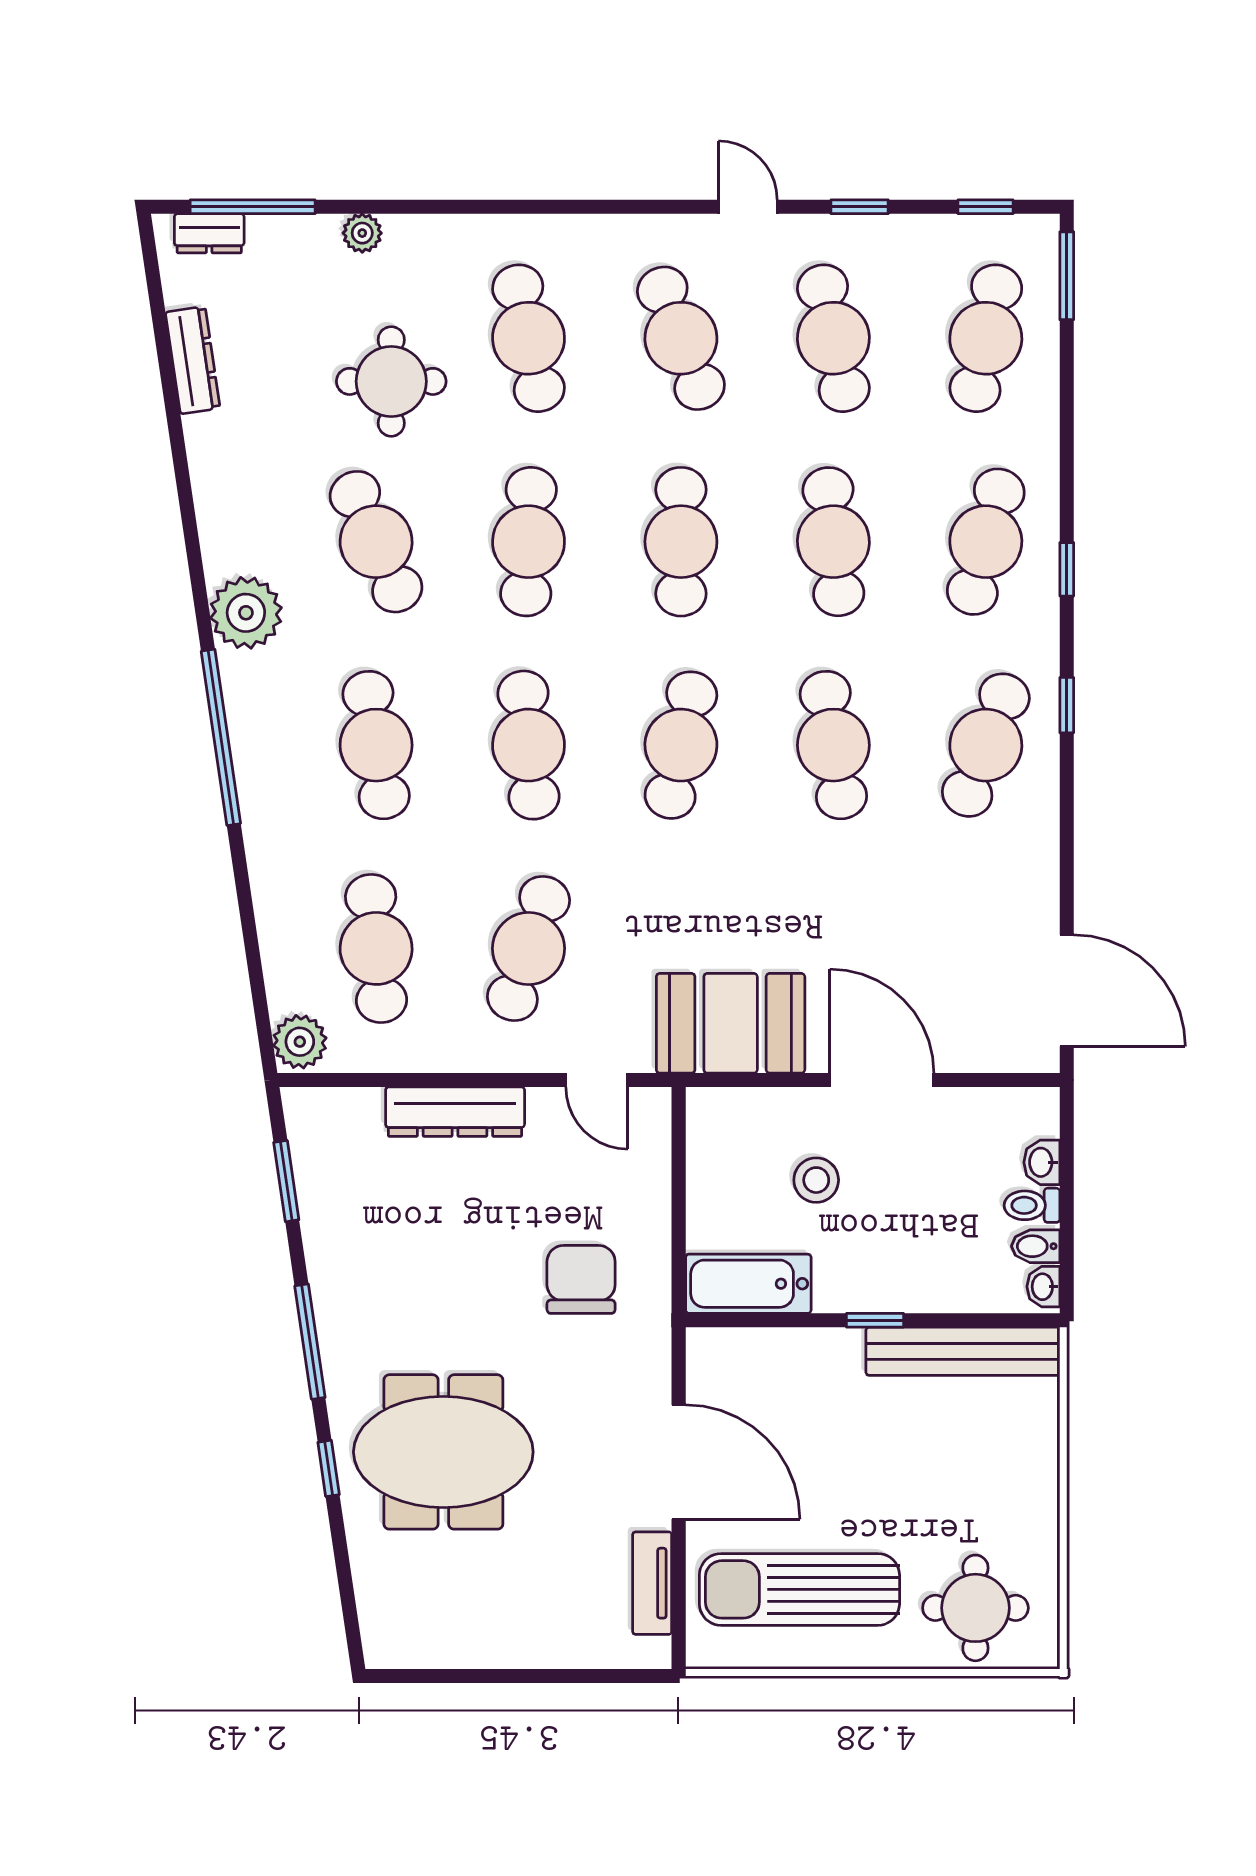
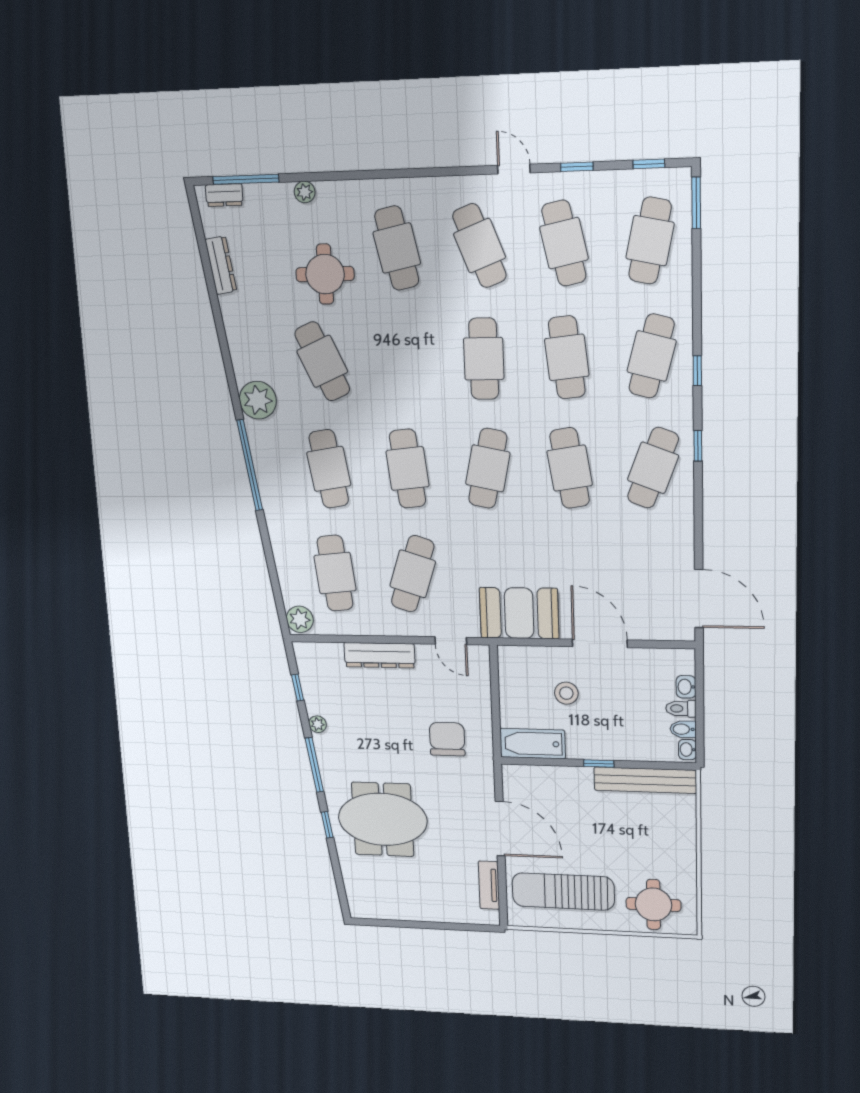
cafe table: (529, 542) -> (402, 360), removed
window: (286, 1181) -> (298, 687), width x0.67
plant: (322, 1256) -> (318, 724), added

